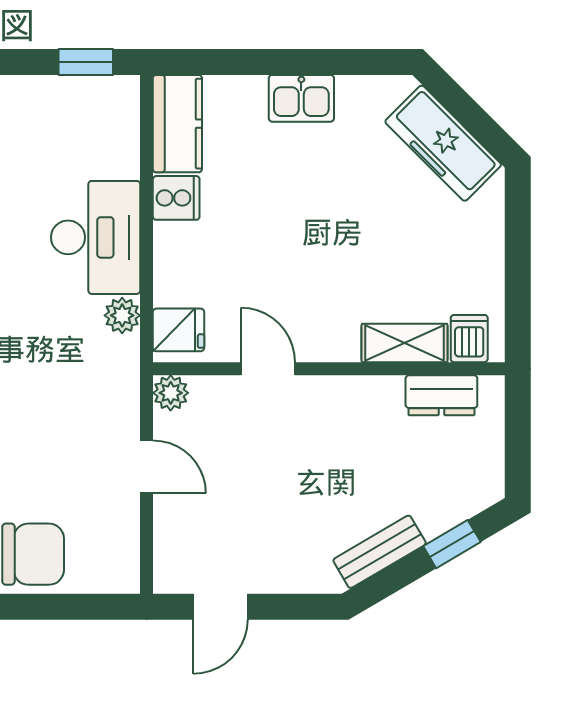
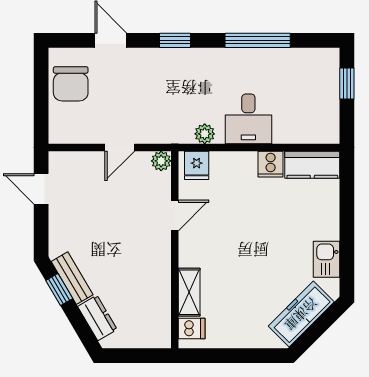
window: (86, 62) -> (347, 83), moved
kitchen sink: (301, 98) -> (326, 259), moved
desk: (96, 237) -> (248, 119), width x0.73
dresser: (441, 395) -> (97, 318), moved, turned 150
window: (452, 544) -> (59, 290), moved

